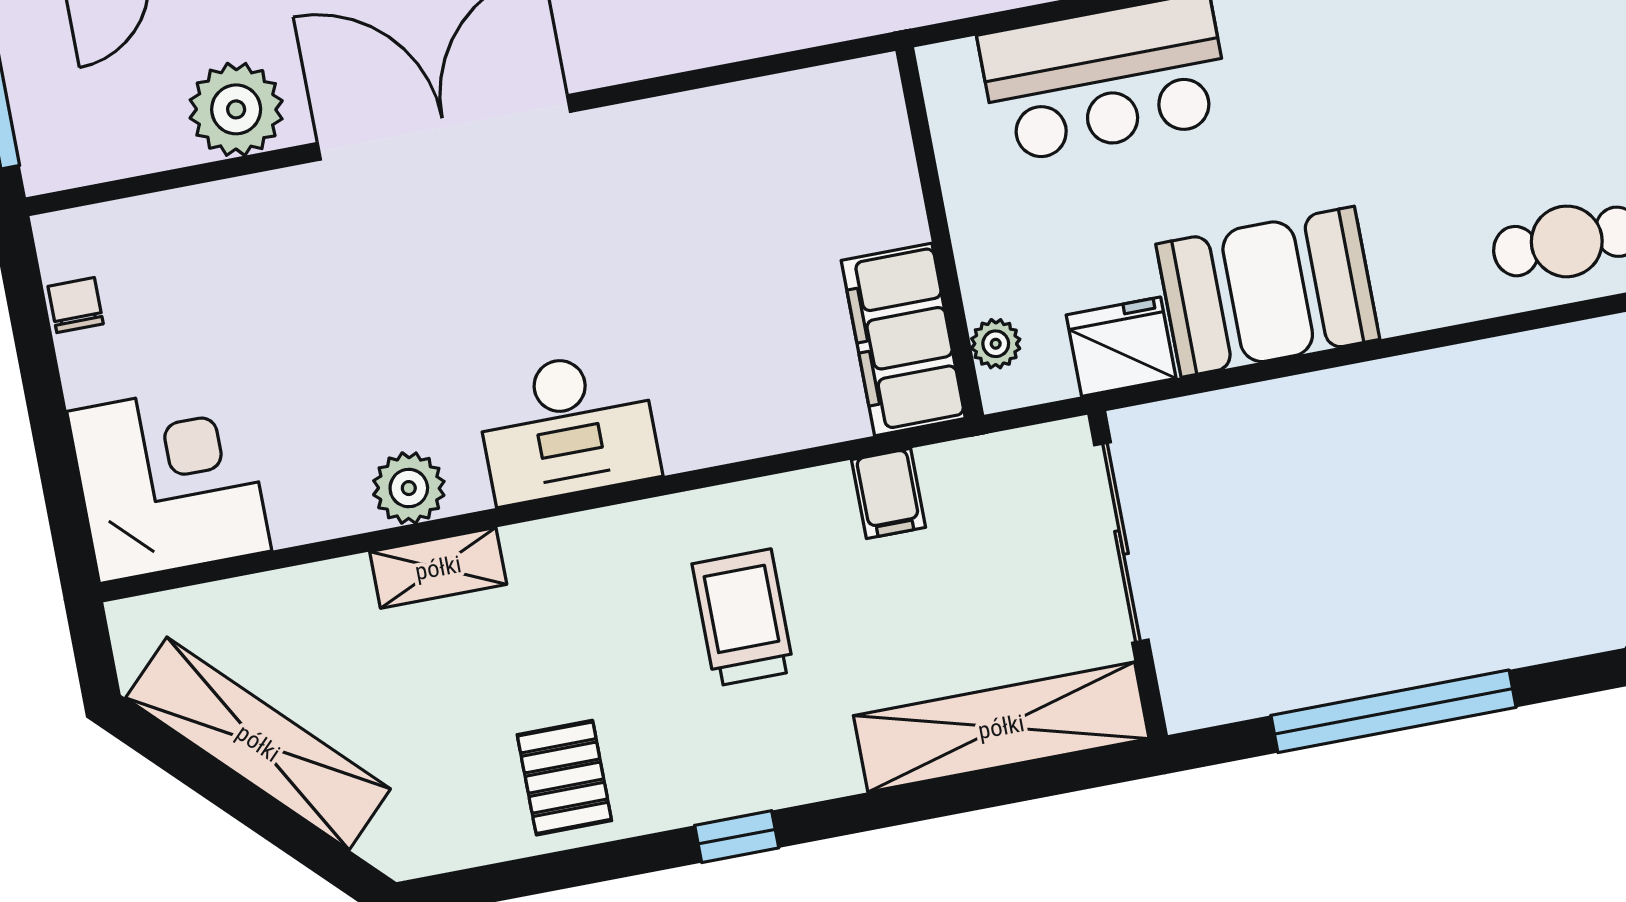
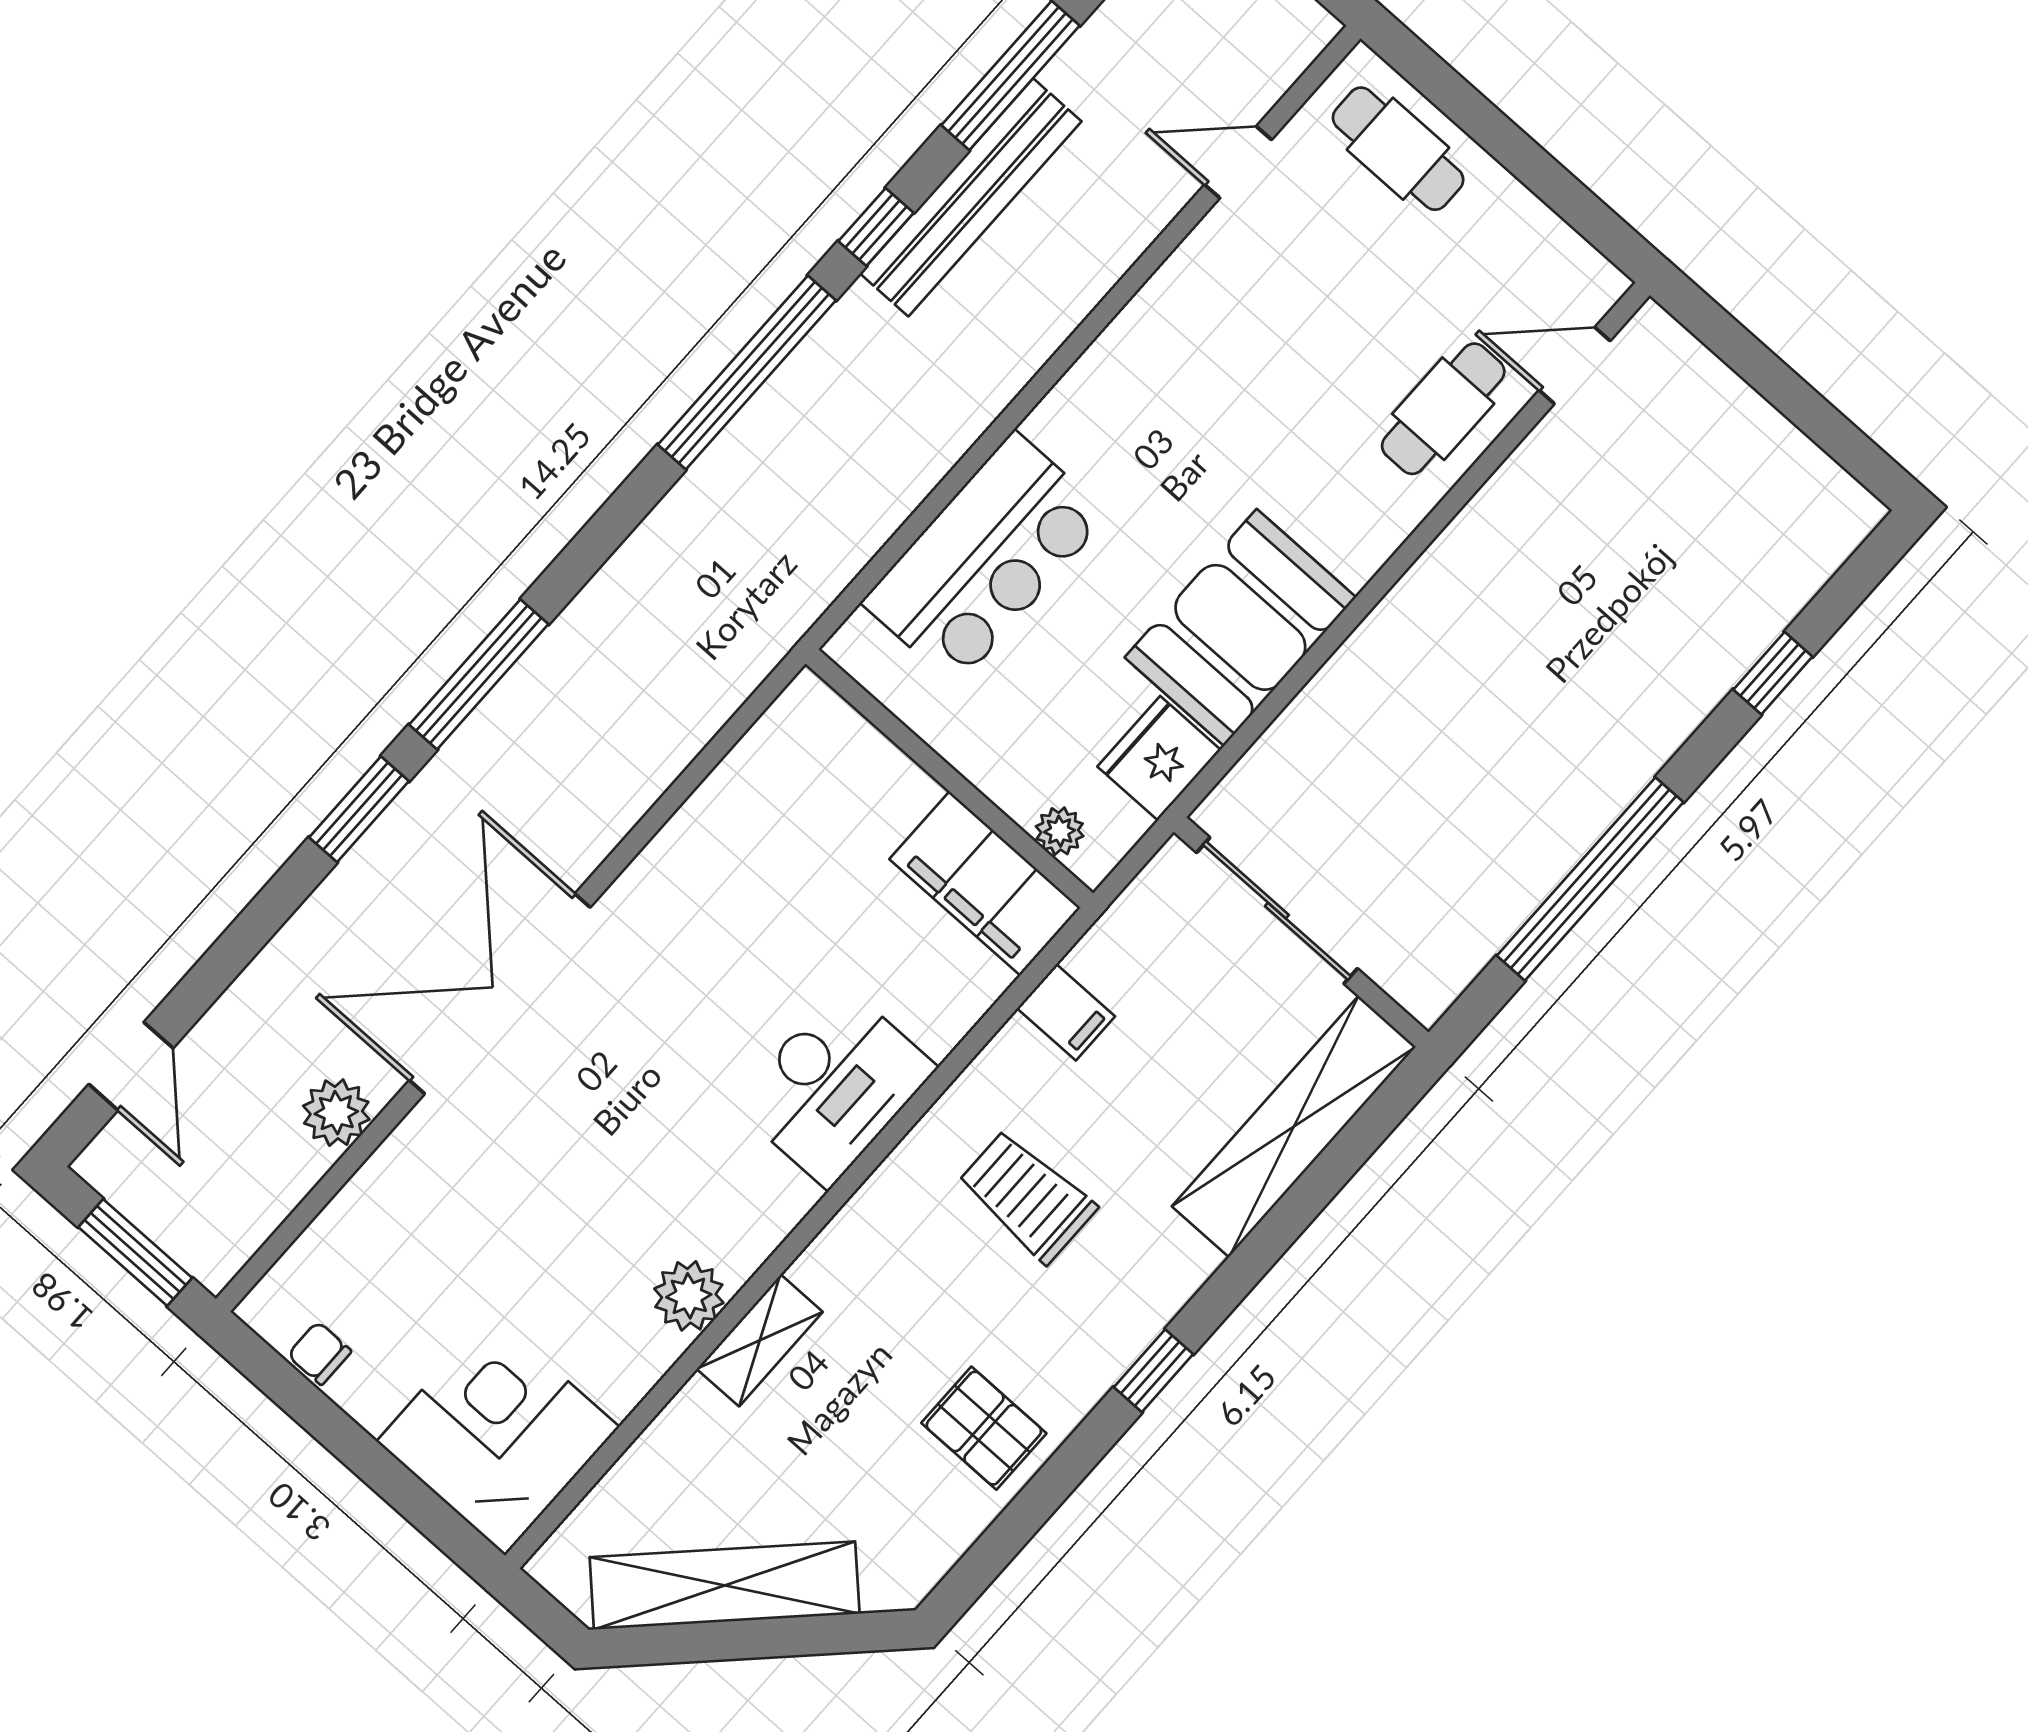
plant: (236, 109) -> (336, 1113), width x0.73, depth x0.73
desk: (567, 427) -> (835, 1086), moved

